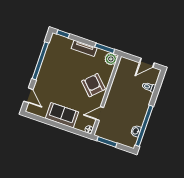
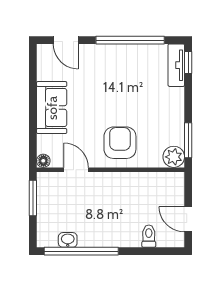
tv unit: (84, 48) -> (176, 65), moved
armchair: (93, 85) -> (120, 143), turned -45
door: (28, 95) -> (66, 40), hinge flipped

